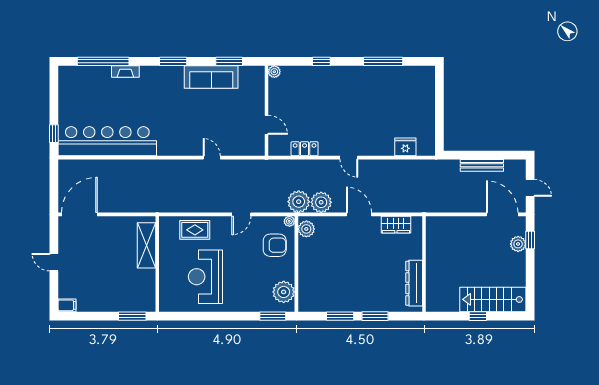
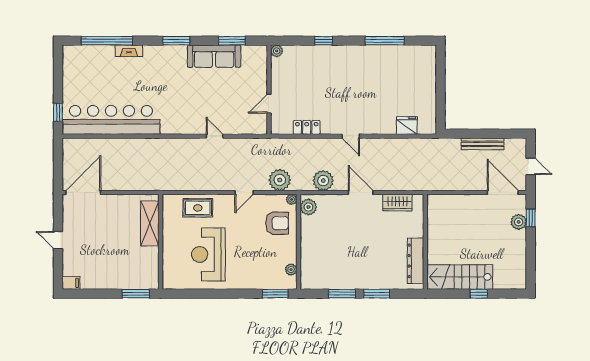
door: (267, 125) -> (269, 104), swing flipped
plant: (299, 202) -> (280, 180), moved
plant: (284, 292) -> (291, 270), width x0.53, depth x0.53
stairs: (493, 299) -> (460, 277), moved

